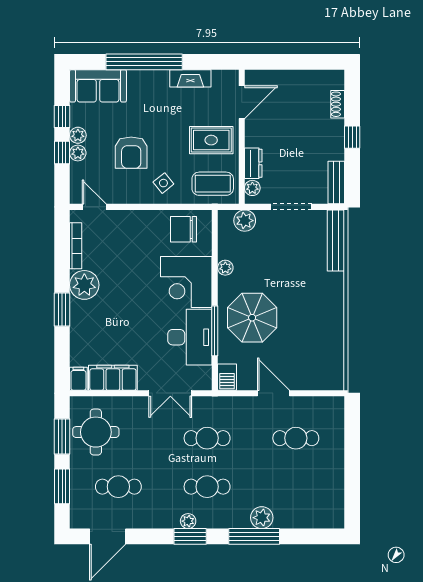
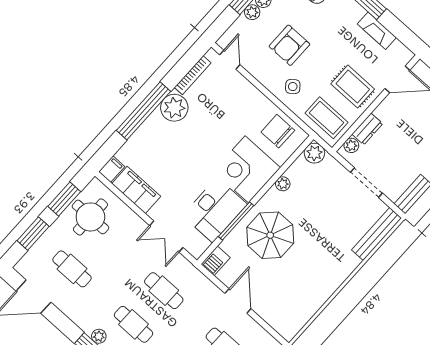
plant: (245, 221) -> (314, 153), moved
window: (62, 310) -> (144, 111), width x2.11

